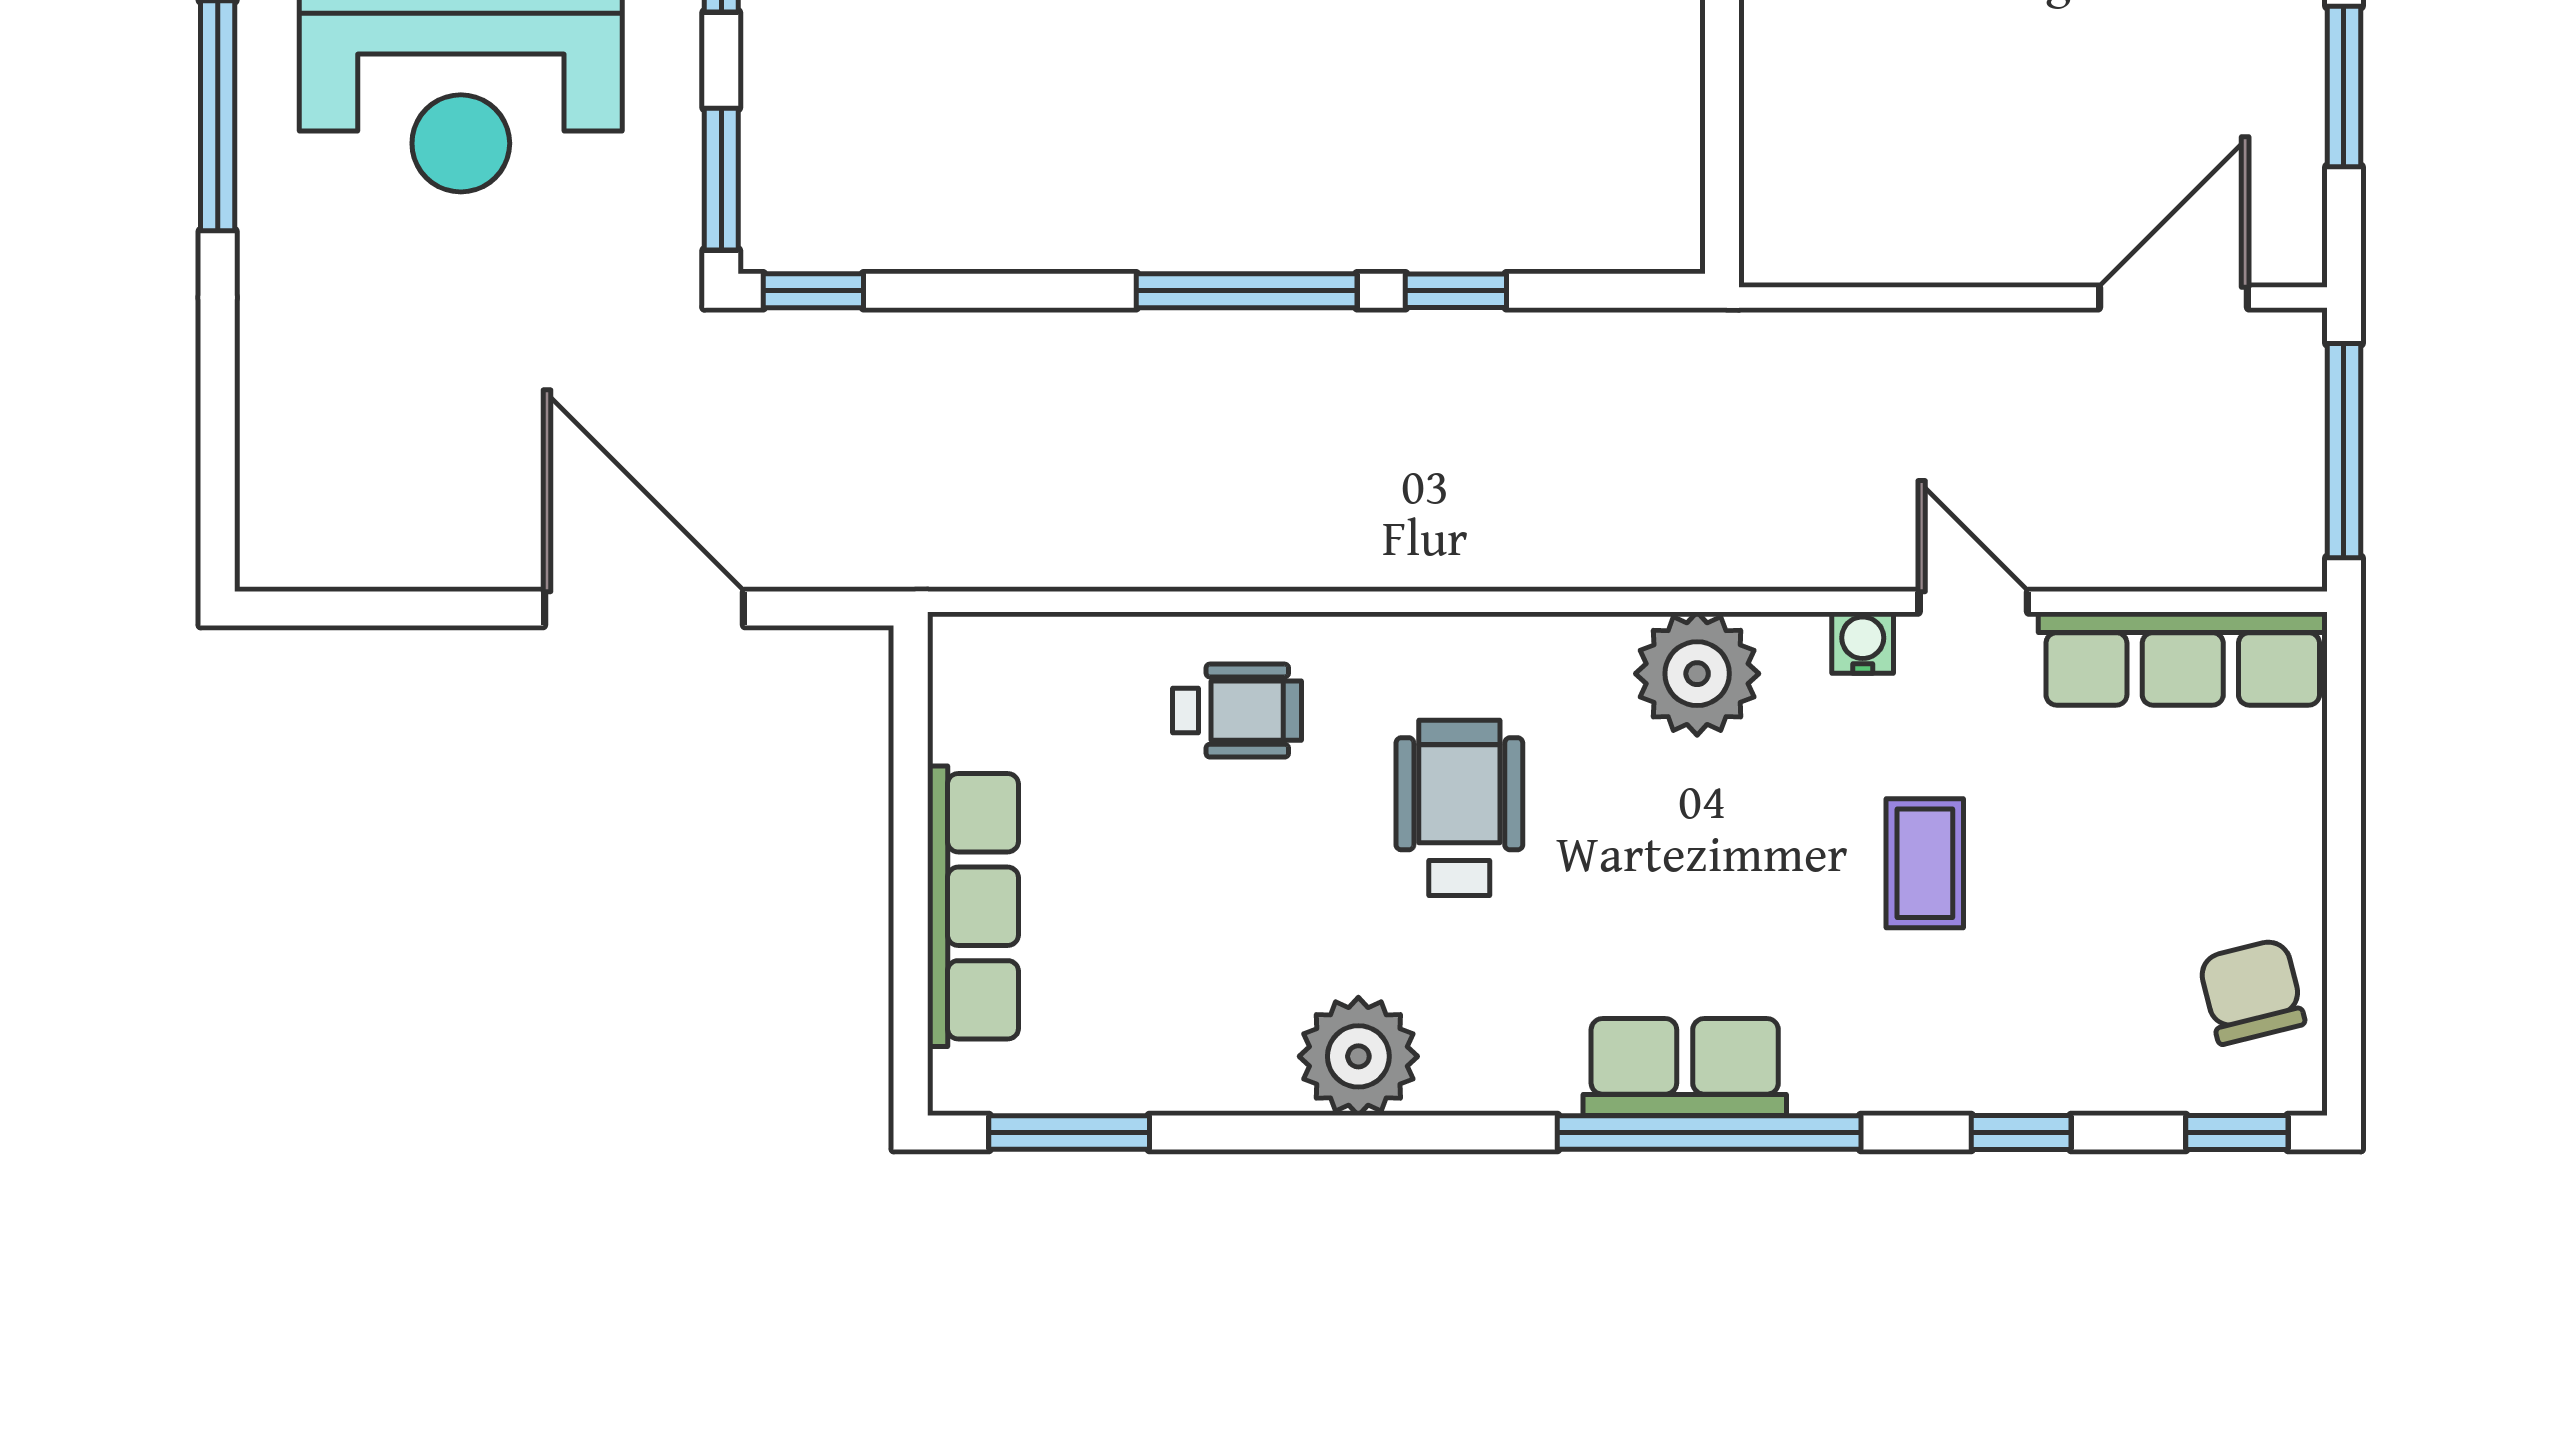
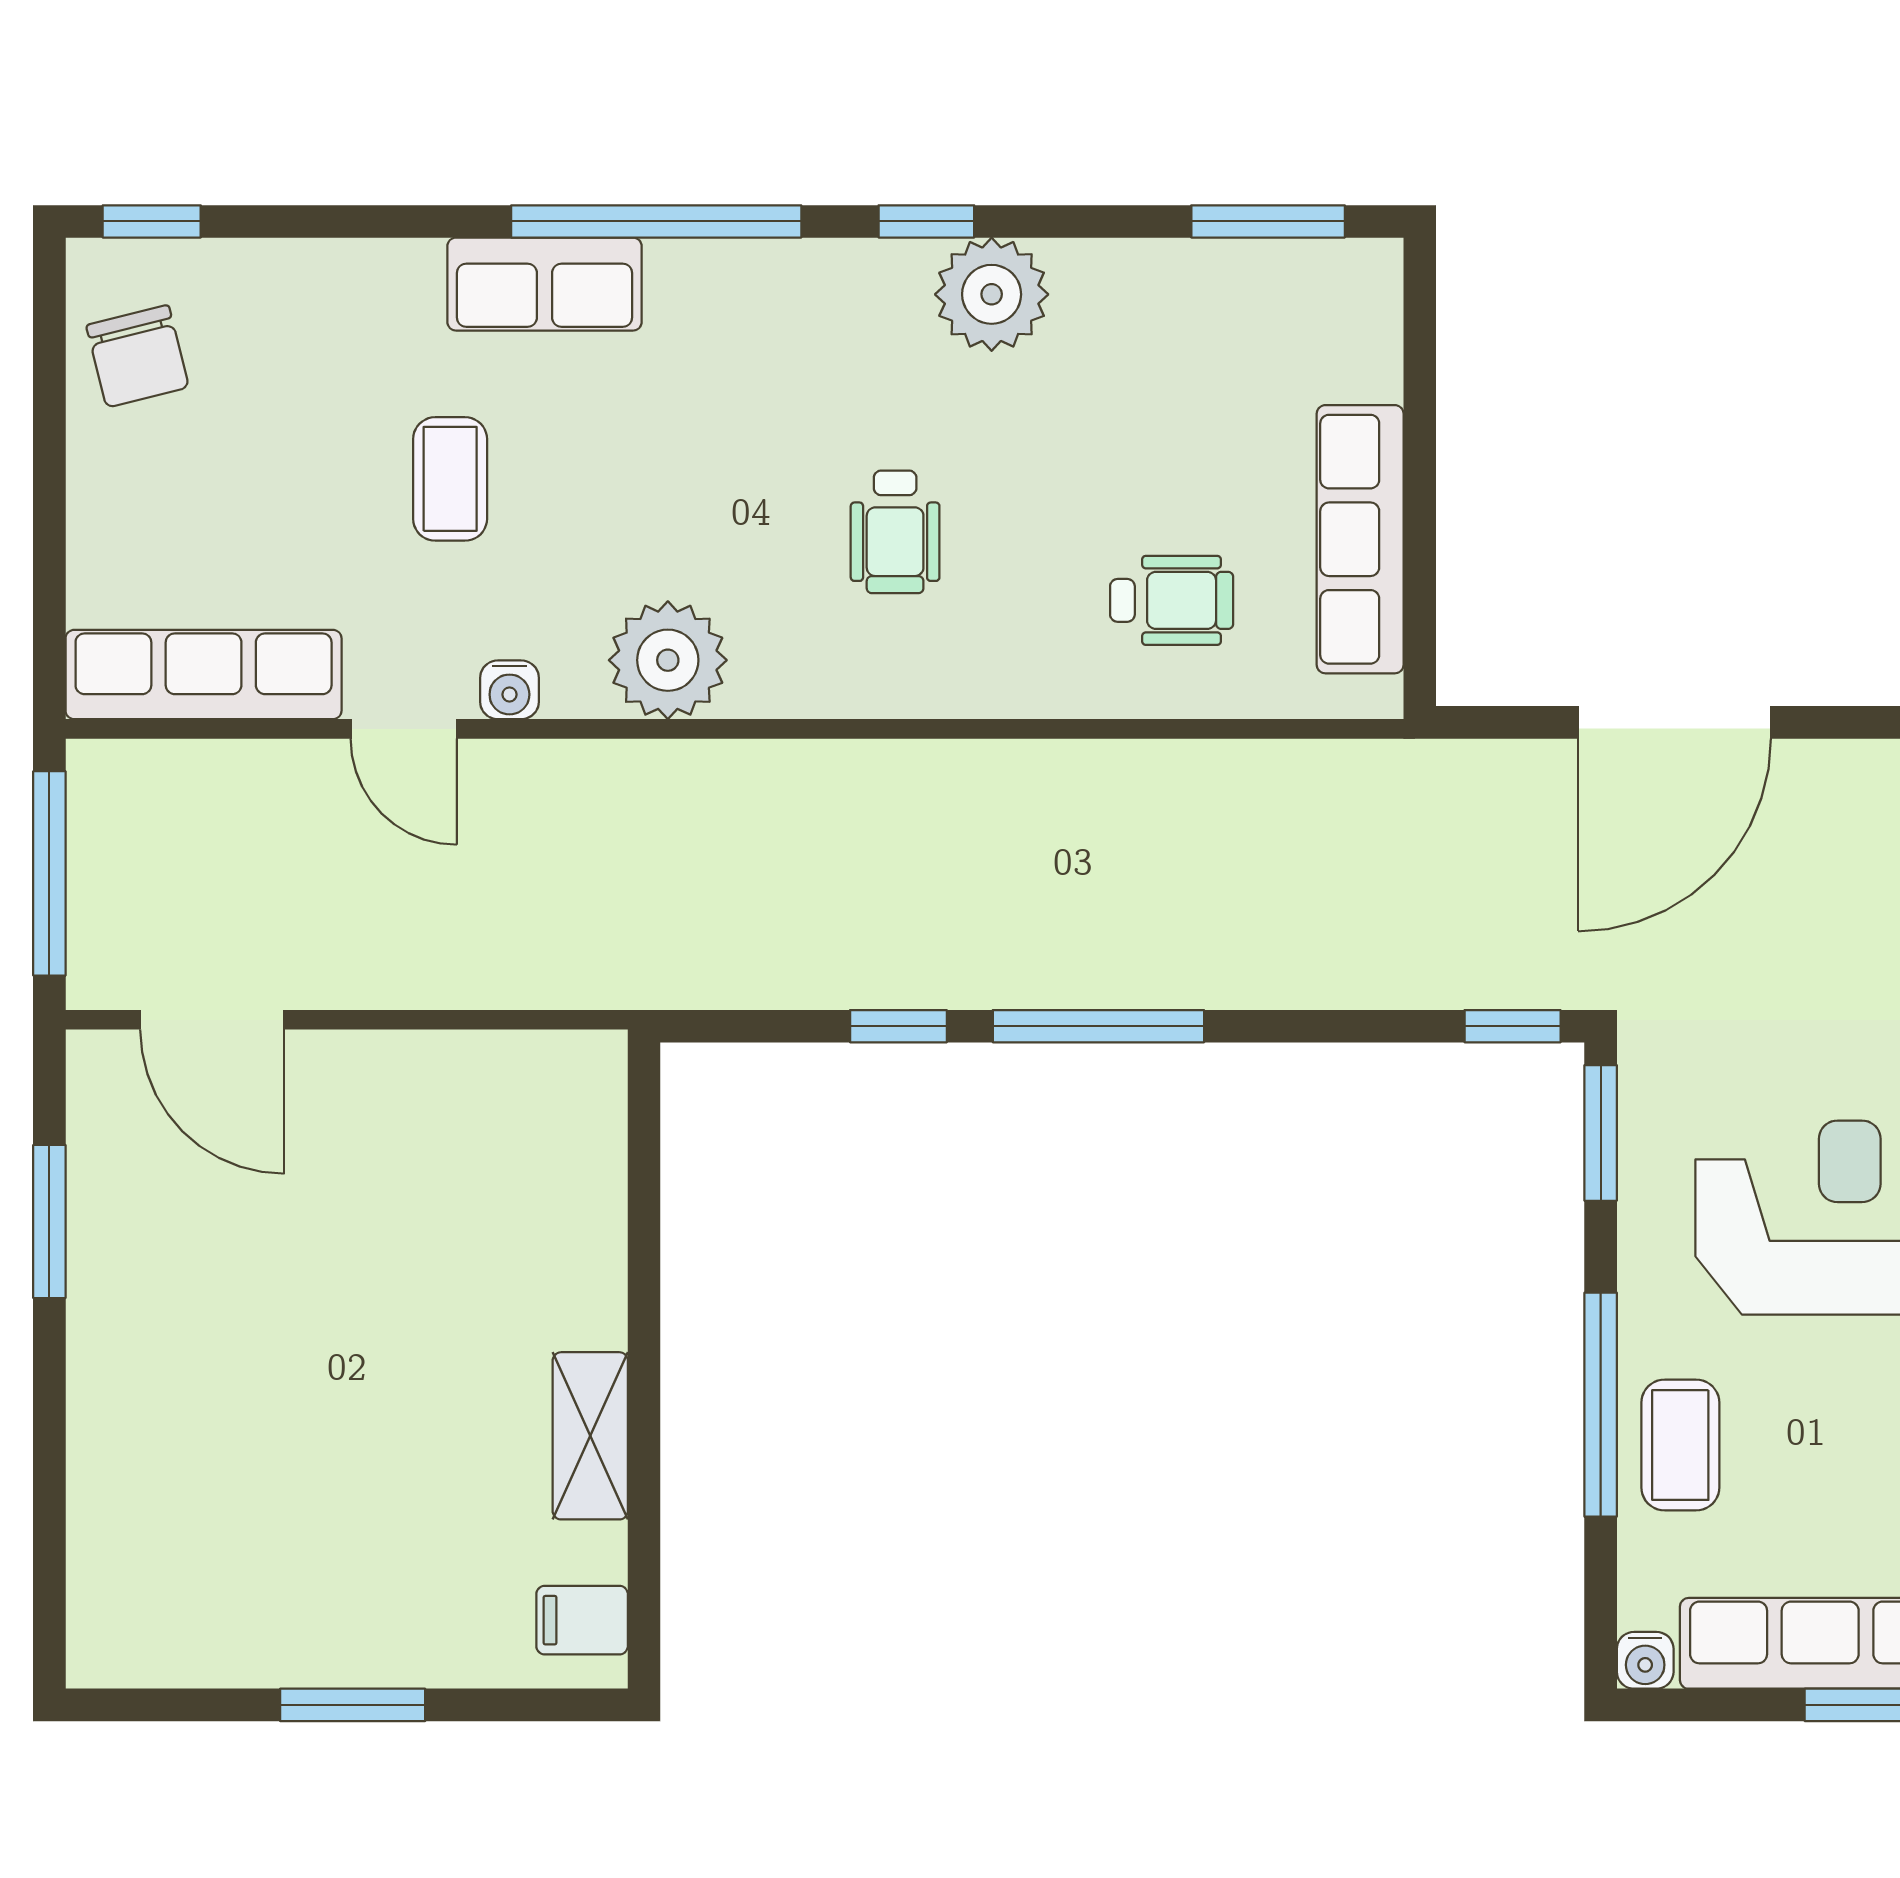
door: (2174, 298) -> (212, 1020), hinge flipped
door: (644, 609) -> (1674, 722), hinge flipped
wheelchair: (1237, 711) -> (1172, 600), moved, turned 180
wheelchair: (1459, 808) -> (895, 532), width x0.73, depth x0.73
row of seats: (973, 906) -> (1360, 539), moved
row of seats: (1685, 1067) -> (545, 284), moved
window: (2021, 1133) -> (926, 221), moved

